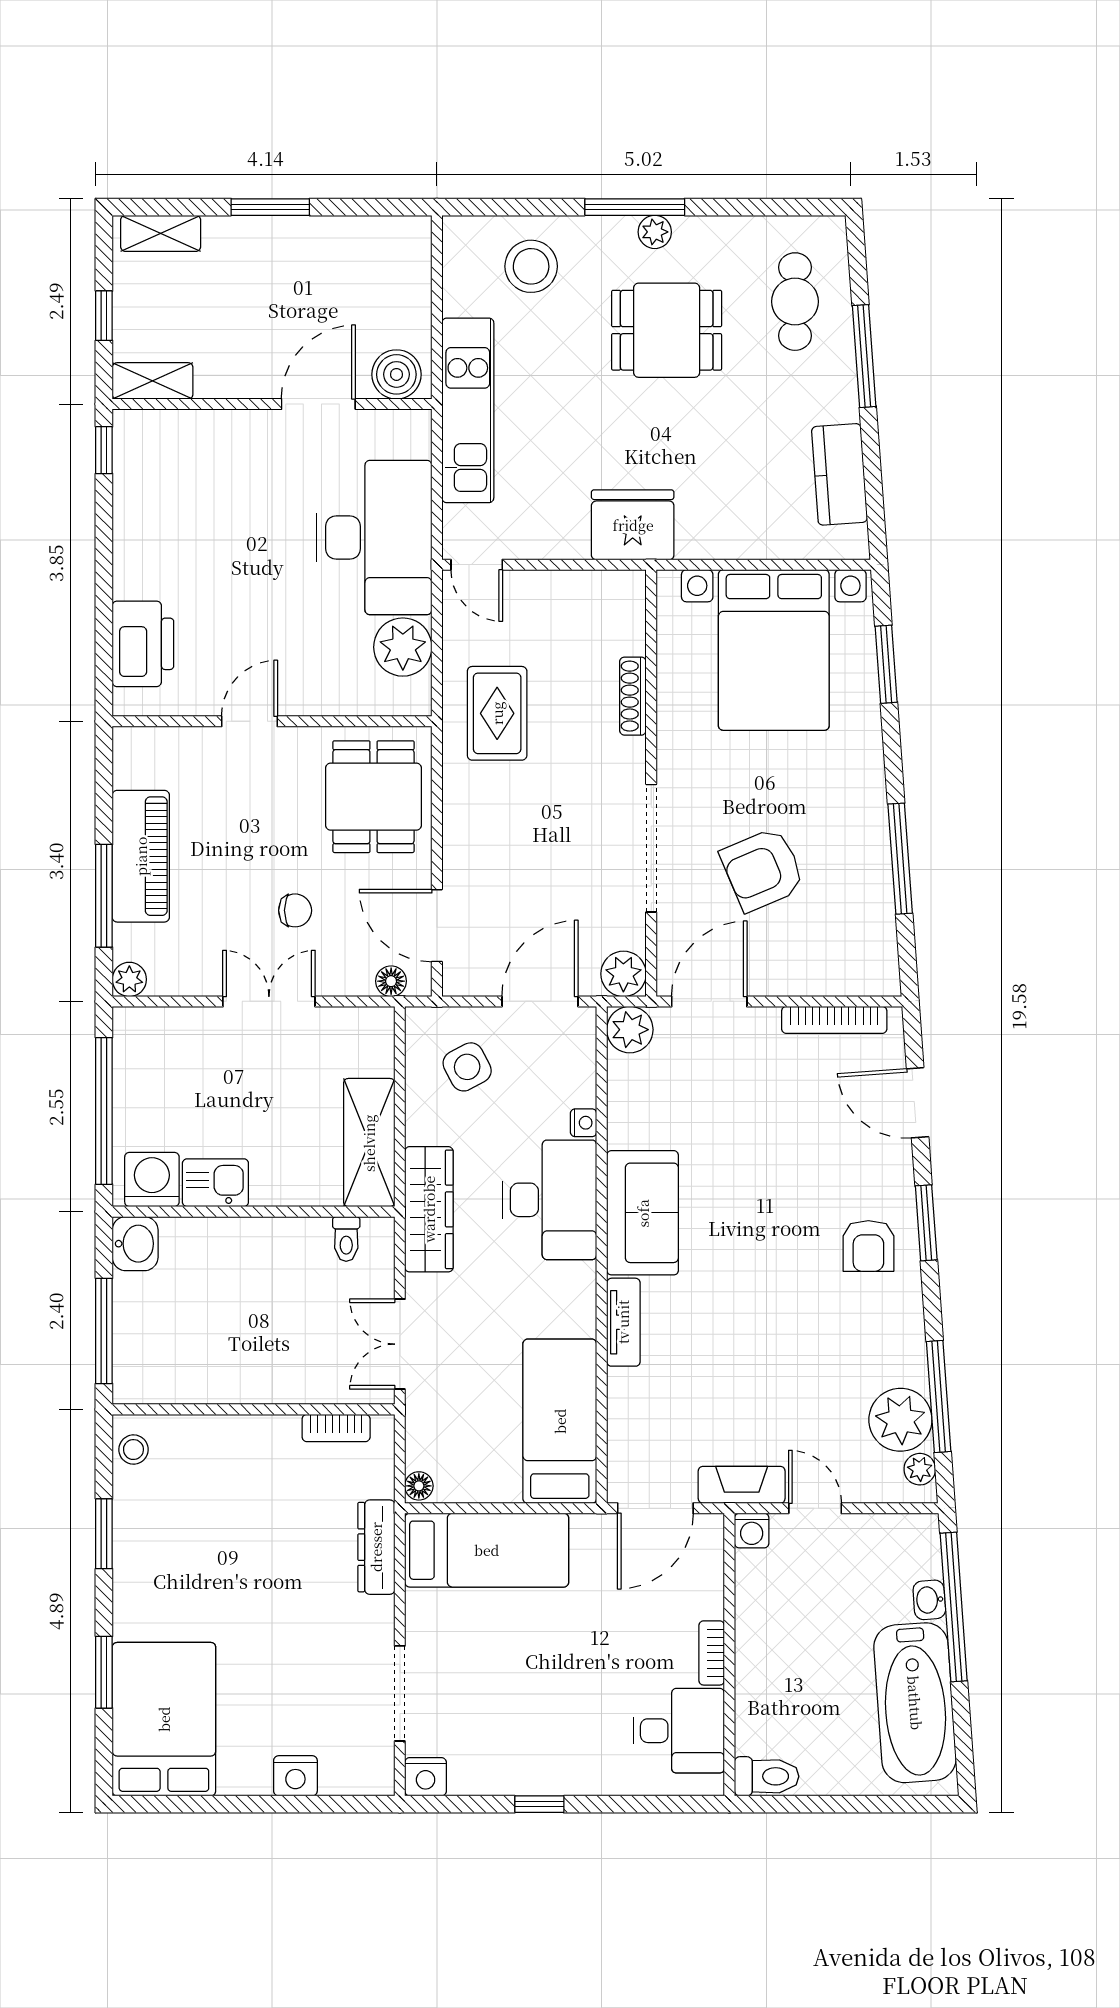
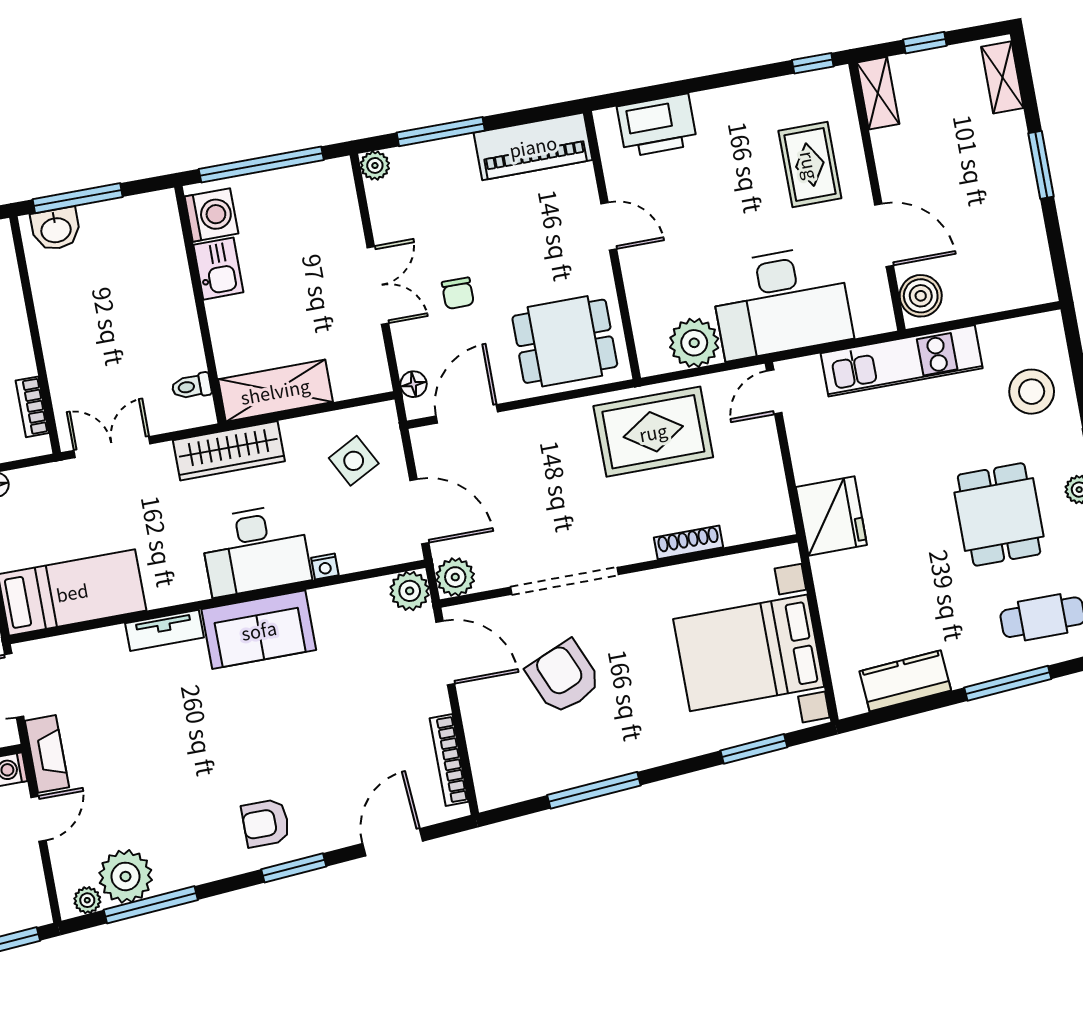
rug: (221, 475) -> (810, 165), added
rug: (497, 713) -> (653, 432), width x1.36, depth x1.43
piano: (141, 856) -> (533, 146), moved
washbasin: (135, 1244) -> (56, 229), moved

